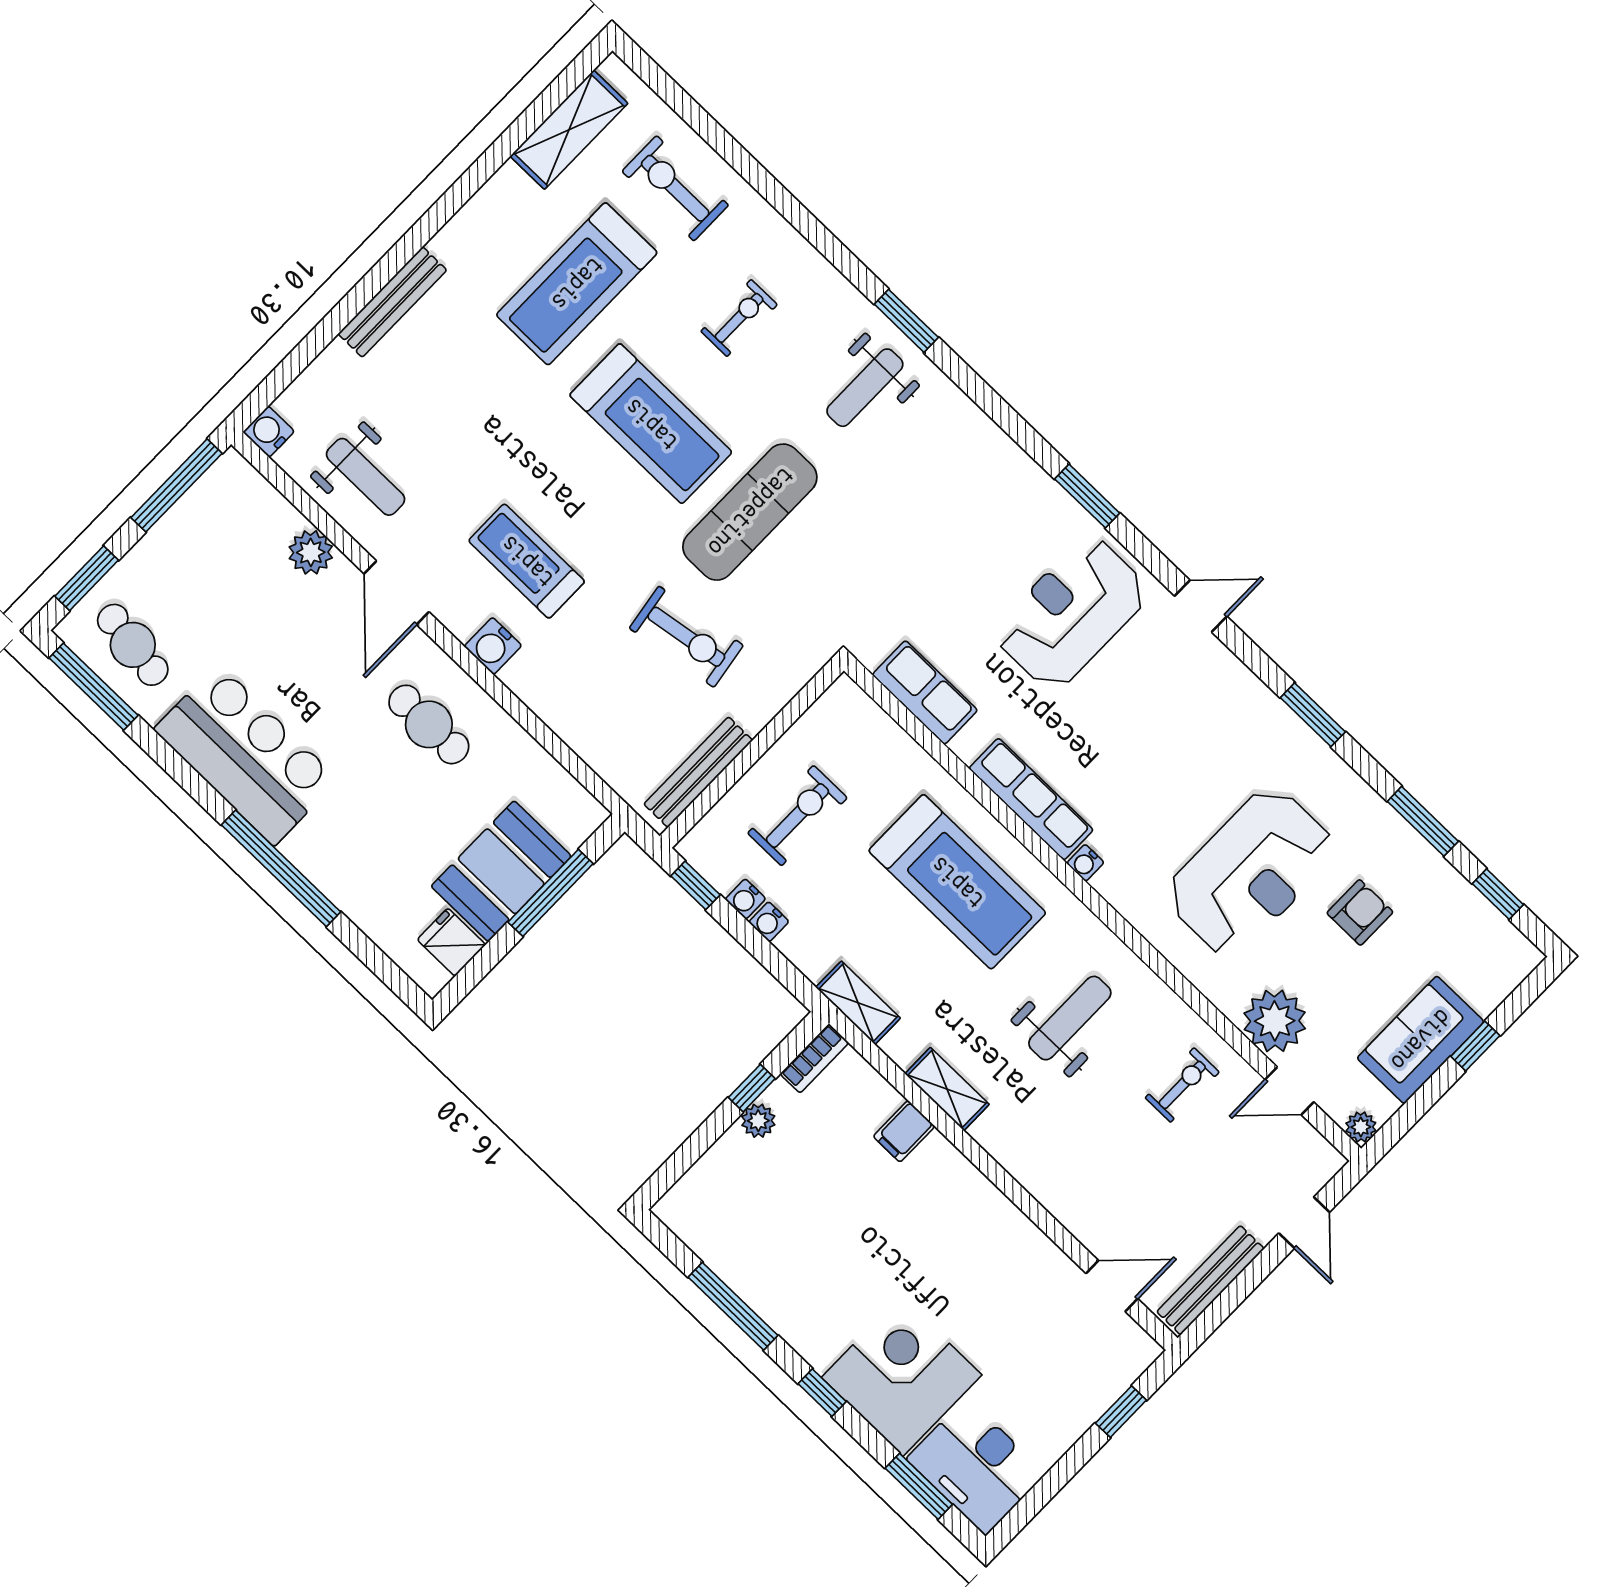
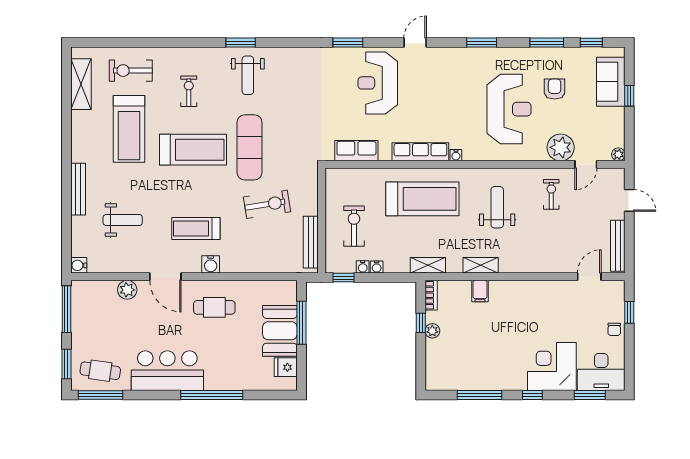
weight bench: (366, 477) -> (123, 220), moved
sofa: (1420, 1040) -> (611, 82), moved
chair: (1068, 1415) -> (614, 329), added

